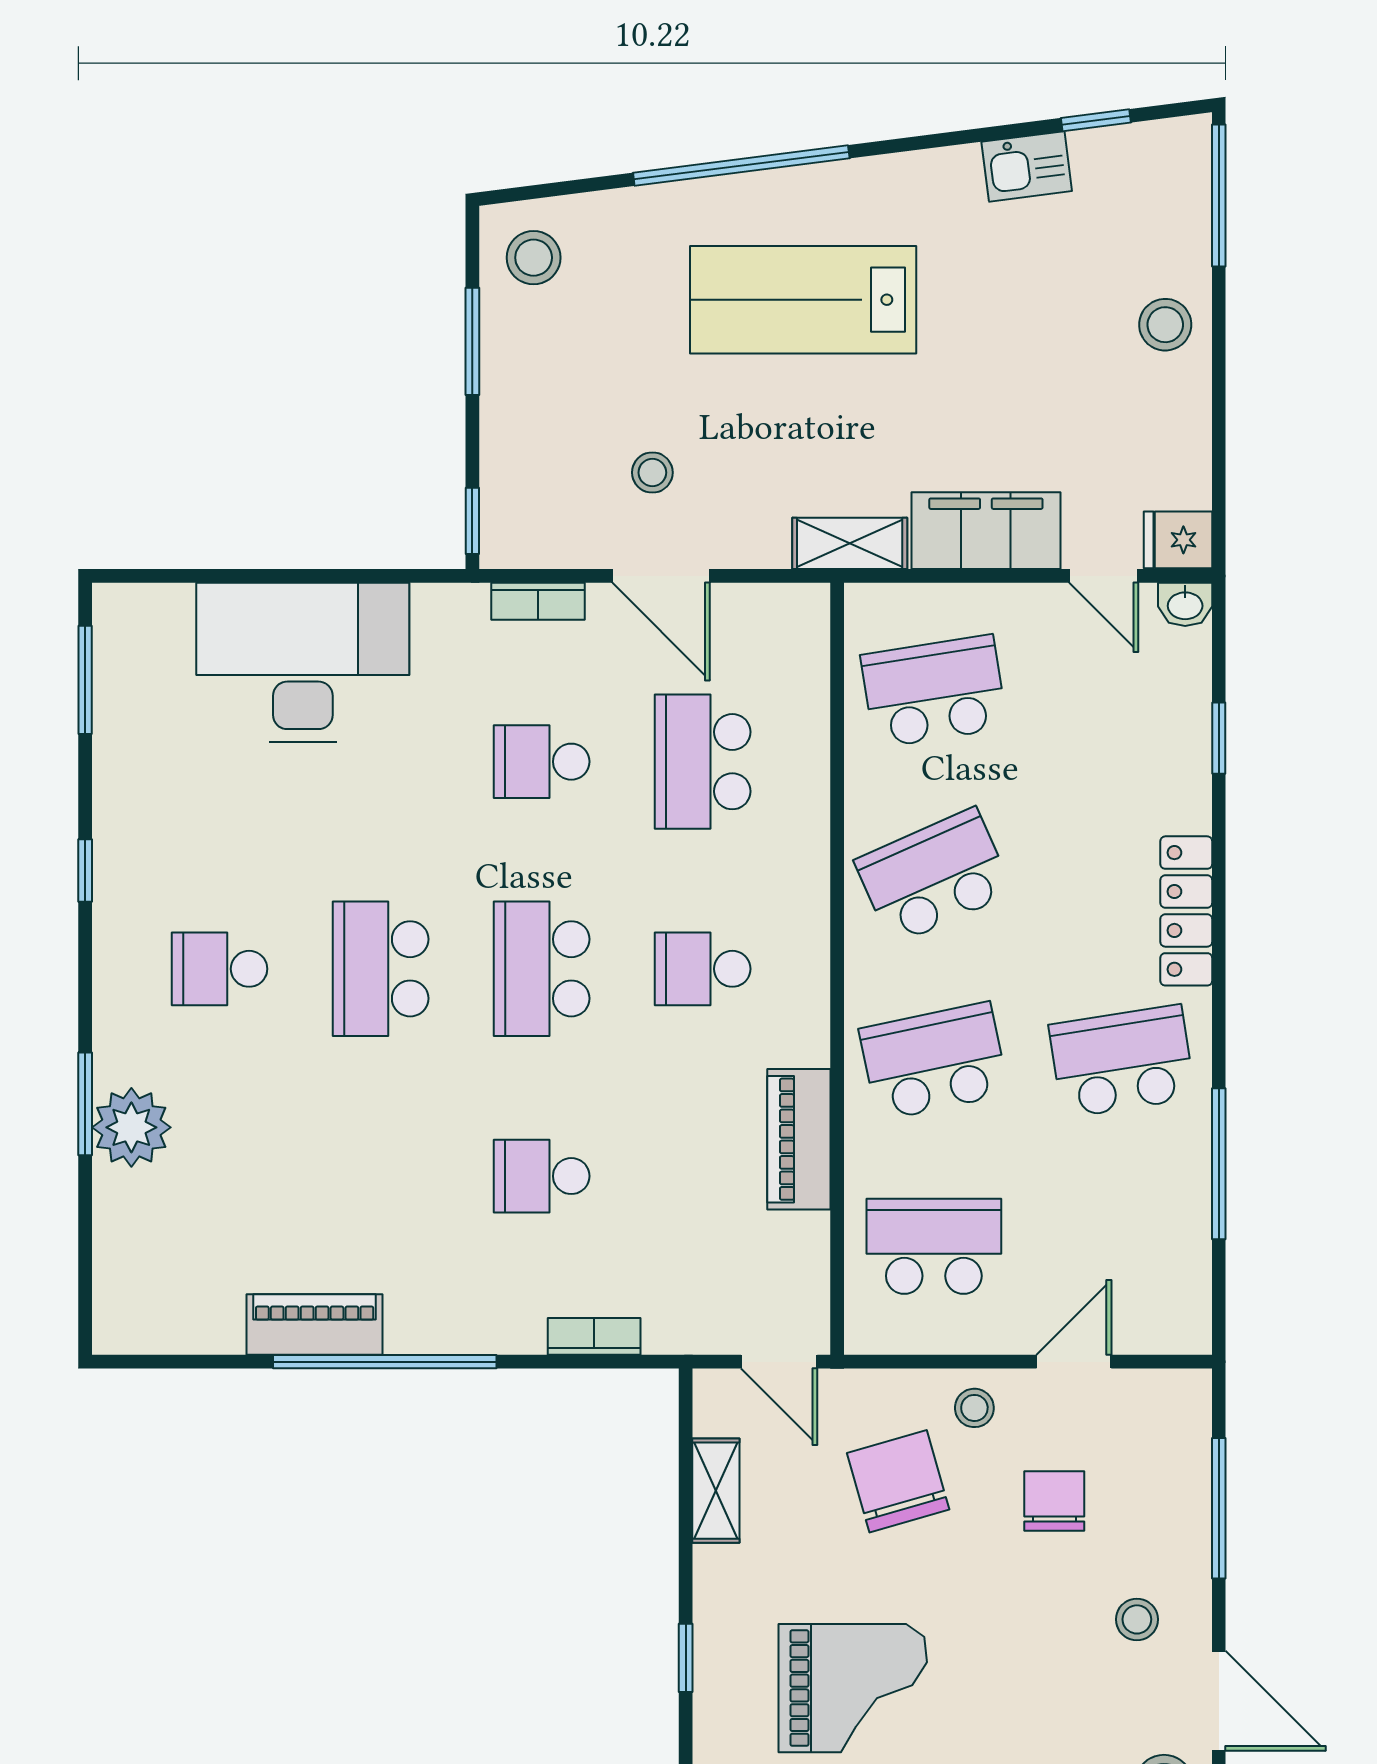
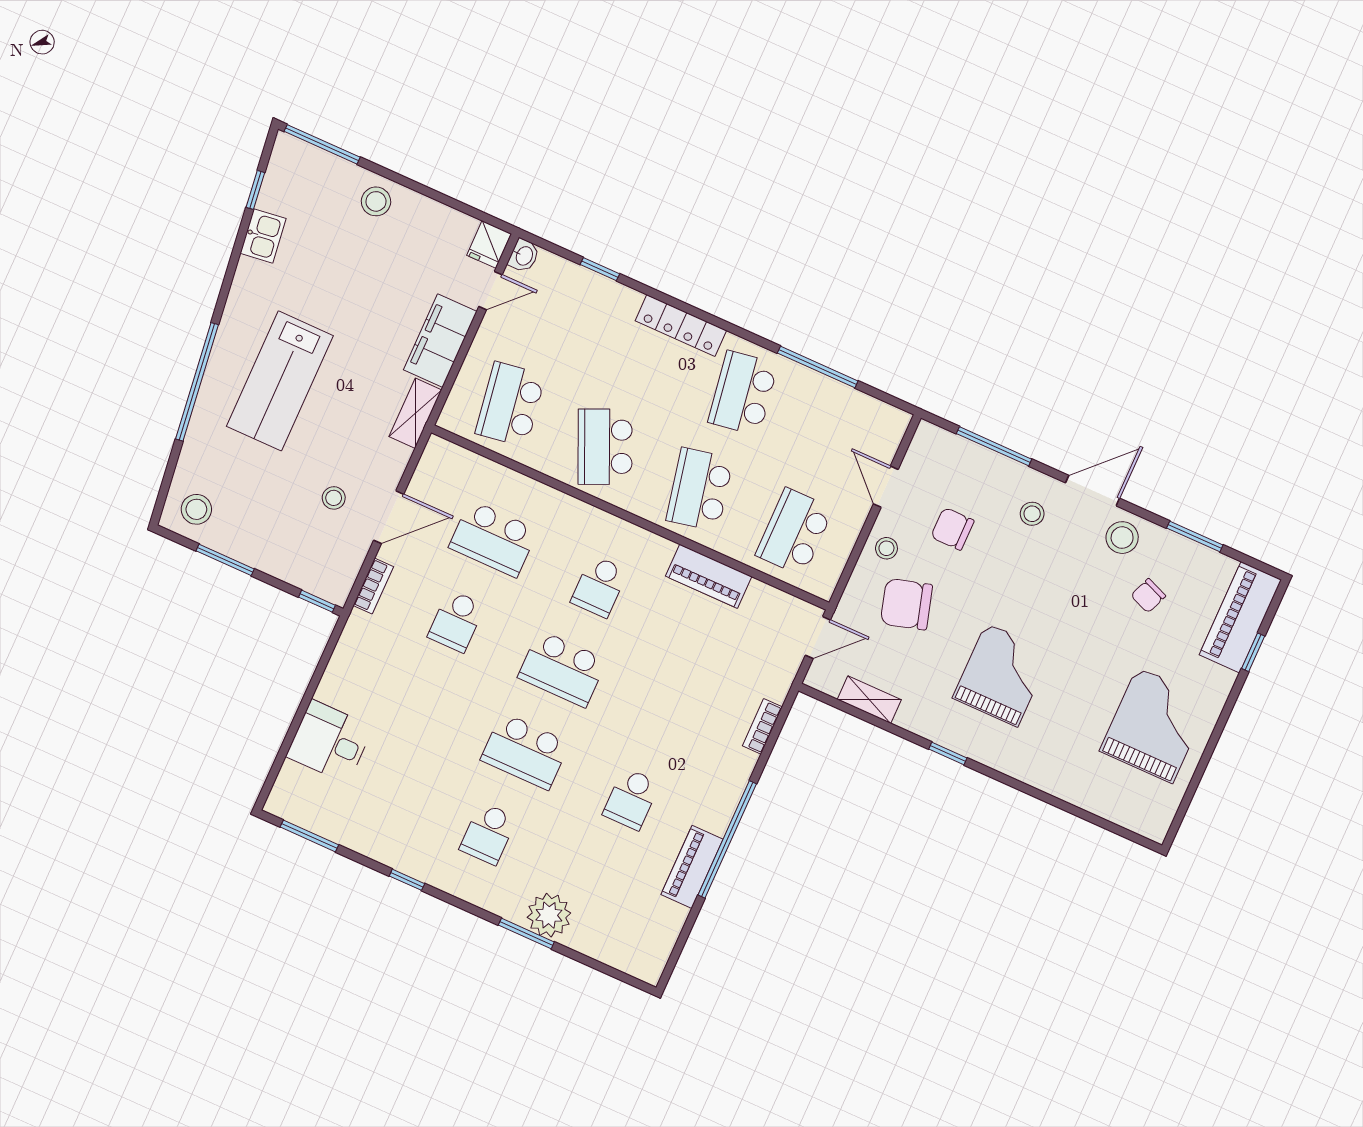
desk: (303, 662) -> (330, 742), width x0.53, depth x0.77
school desk: (542, 1176) -> (631, 799), moved

